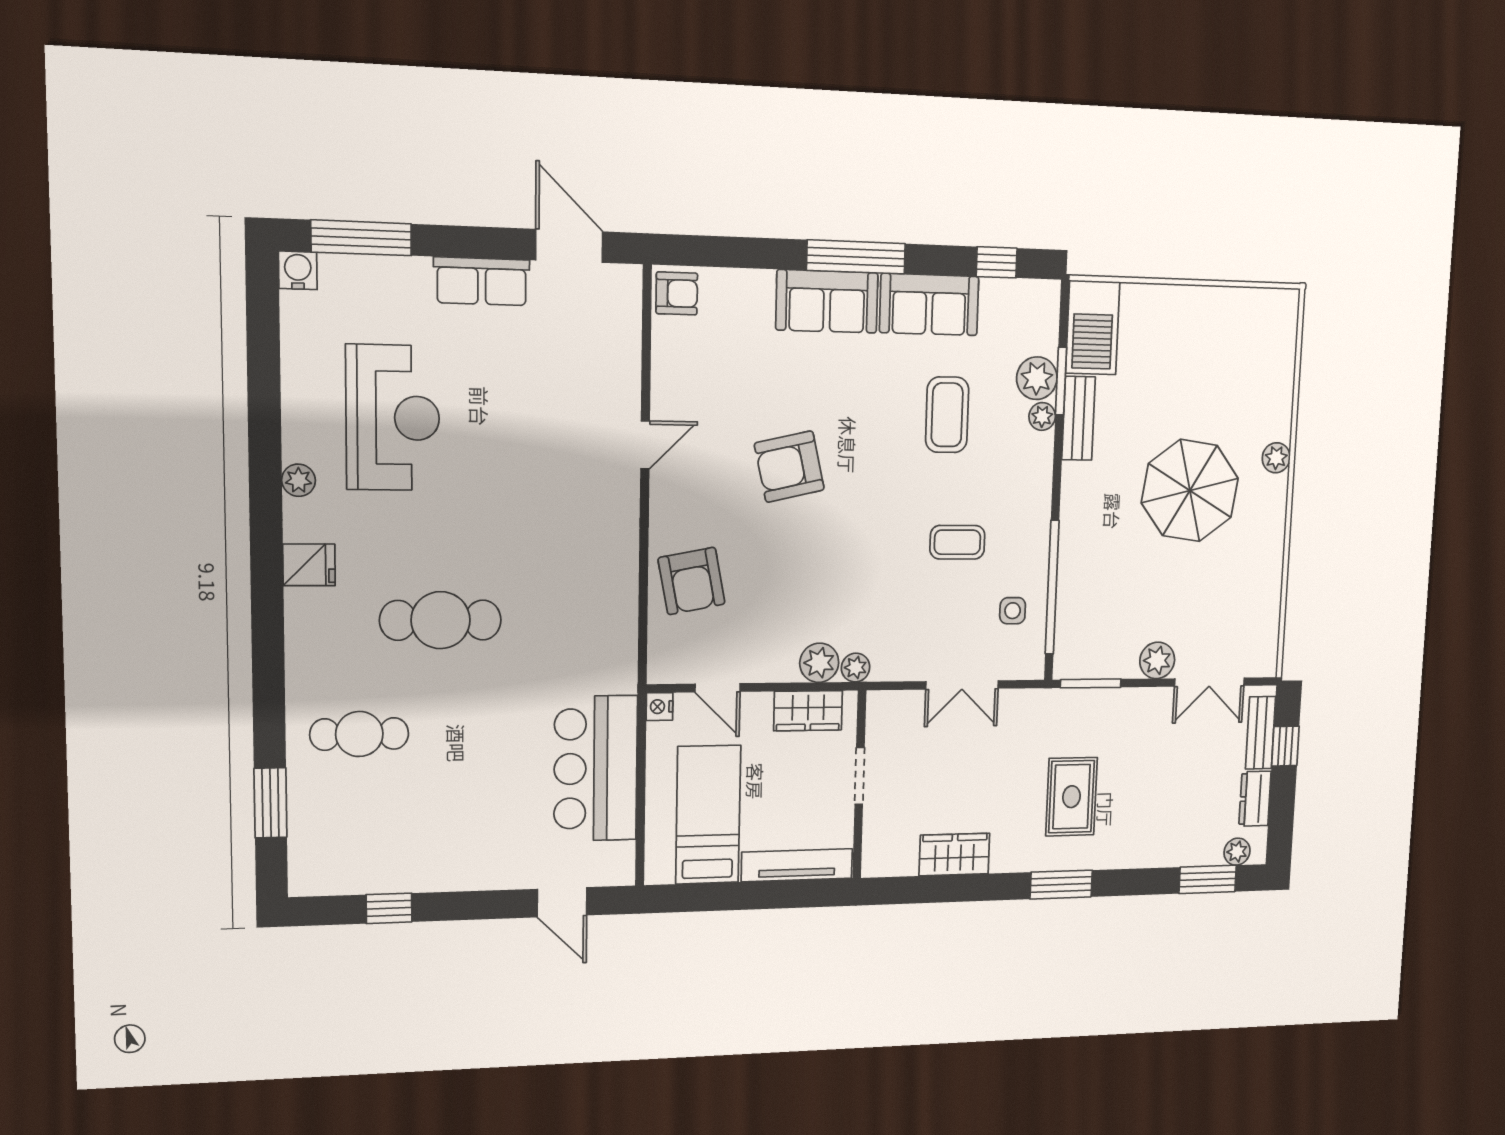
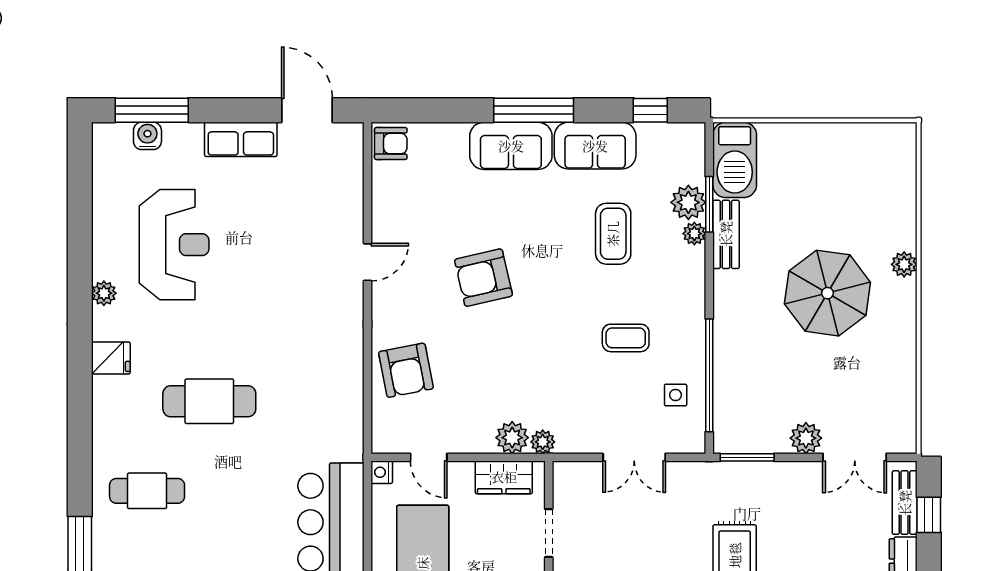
water cooler: (298, 270) -> (147, 136), moved

